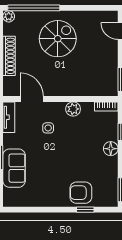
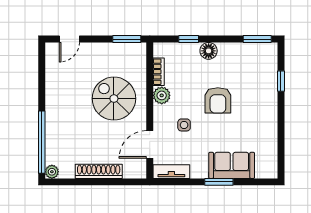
spiral stairs: (58, 39) -> (114, 99), moved
bookcase: (106, 106) -> (159, 72), moved
armchair: (81, 193) -> (218, 100), moved

